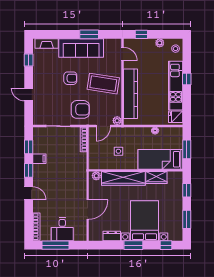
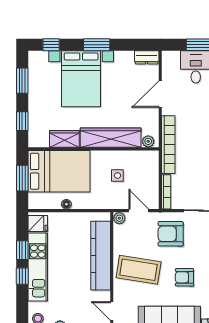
window: (187, 98) -> (22, 250), added
door: (103, 126) -> (139, 211), hinge flipped
bed: (160, 159) -> (59, 171), width x1.50
bookcase: (82, 173) -> (168, 145), added
dresser: (112, 236) -> (147, 57), moved

